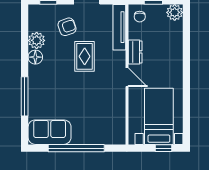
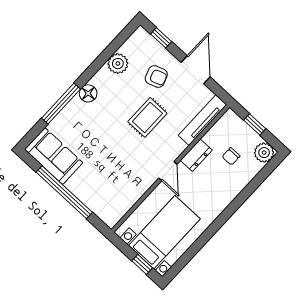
chair: (140, 17) -> (231, 156), moved
floor lamp: (35, 57) -> (88, 93), moved

